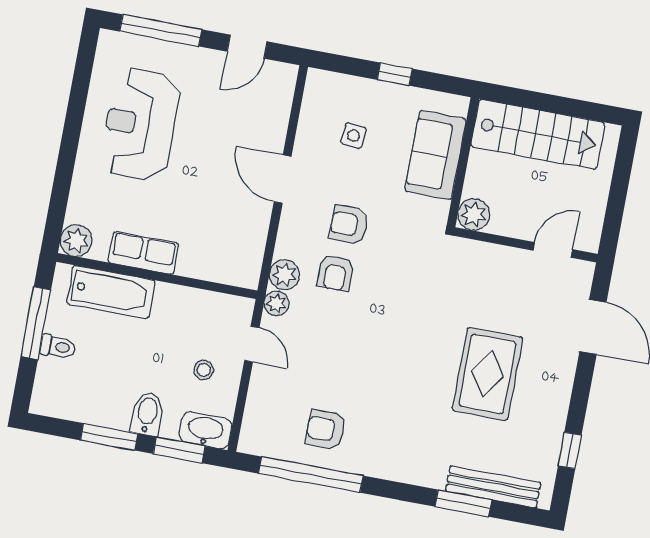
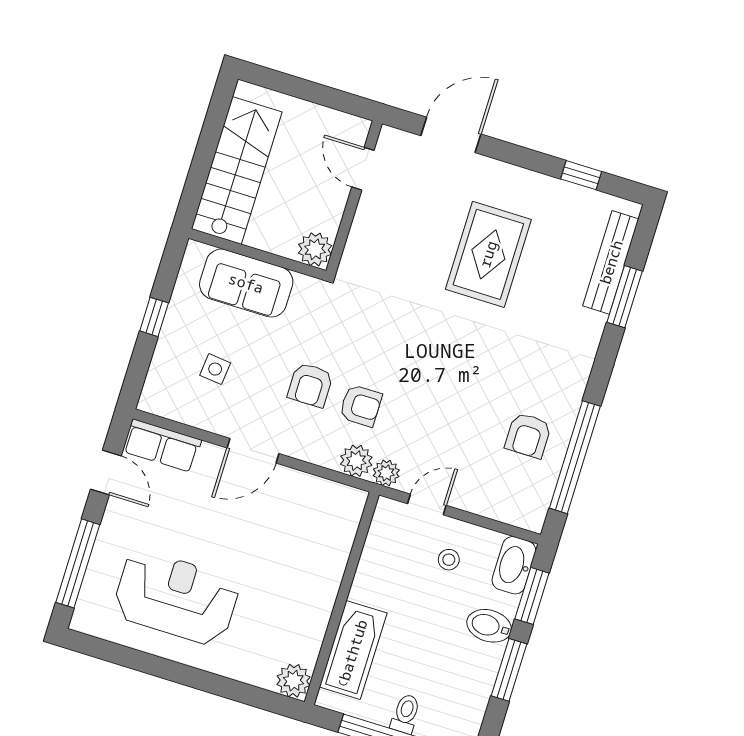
reception desk: (140, 124) -> (176, 597), turned 180
row of seats: (143, 253) -> (162, 446), moved, turned -90
rug: (487, 374) -> (488, 254), turned 90

